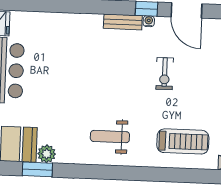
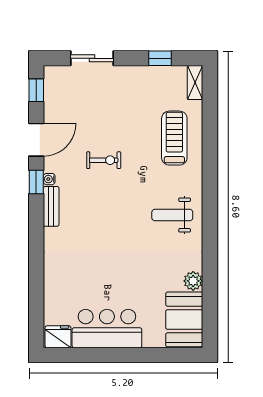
weight bench: (110, 137) -> (172, 215), turned 90
window: (37, 169) -> (210, 290), removed

